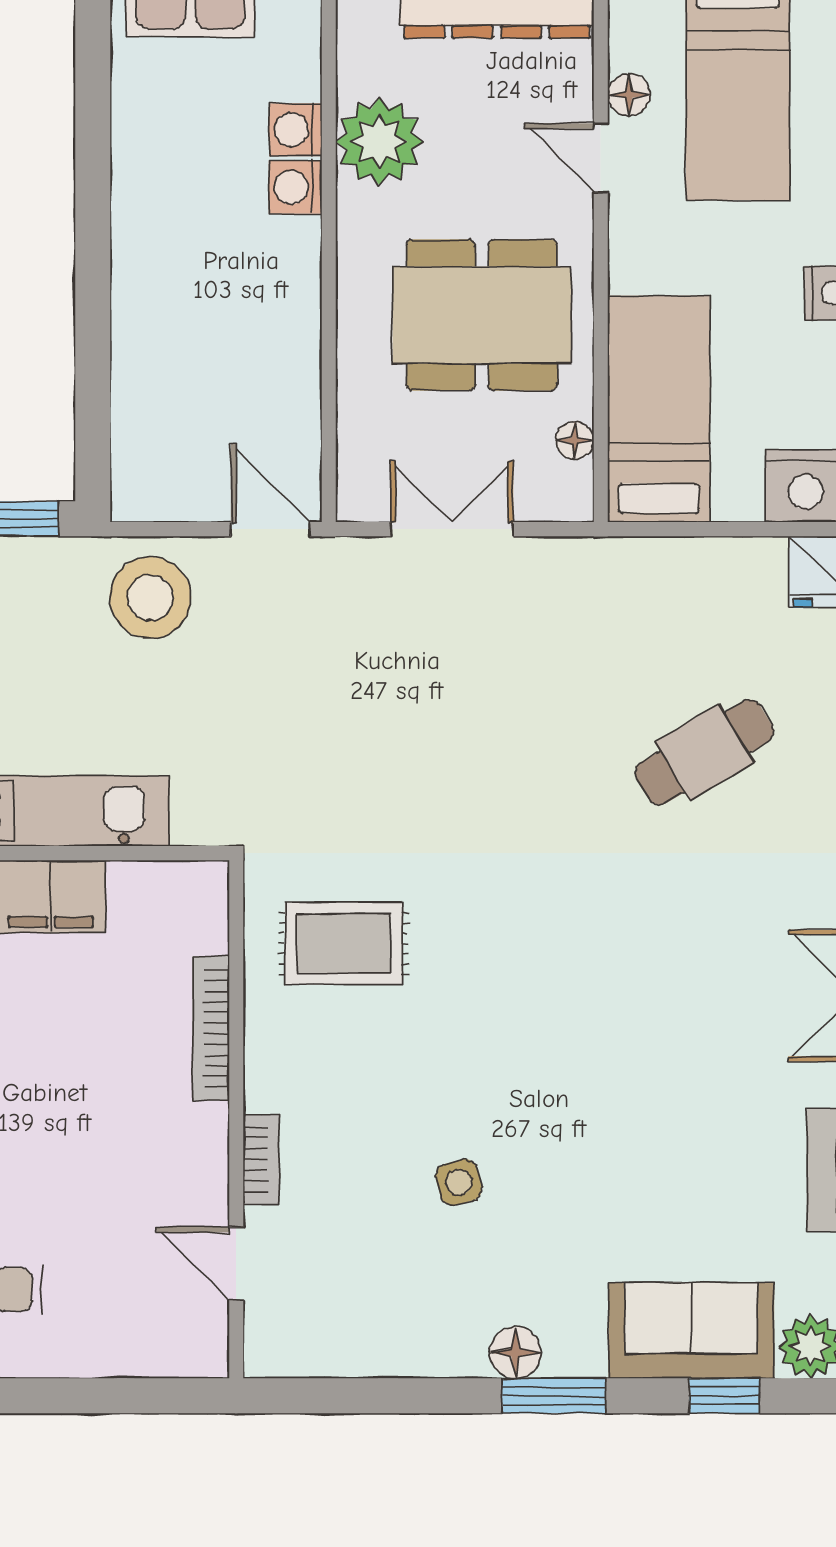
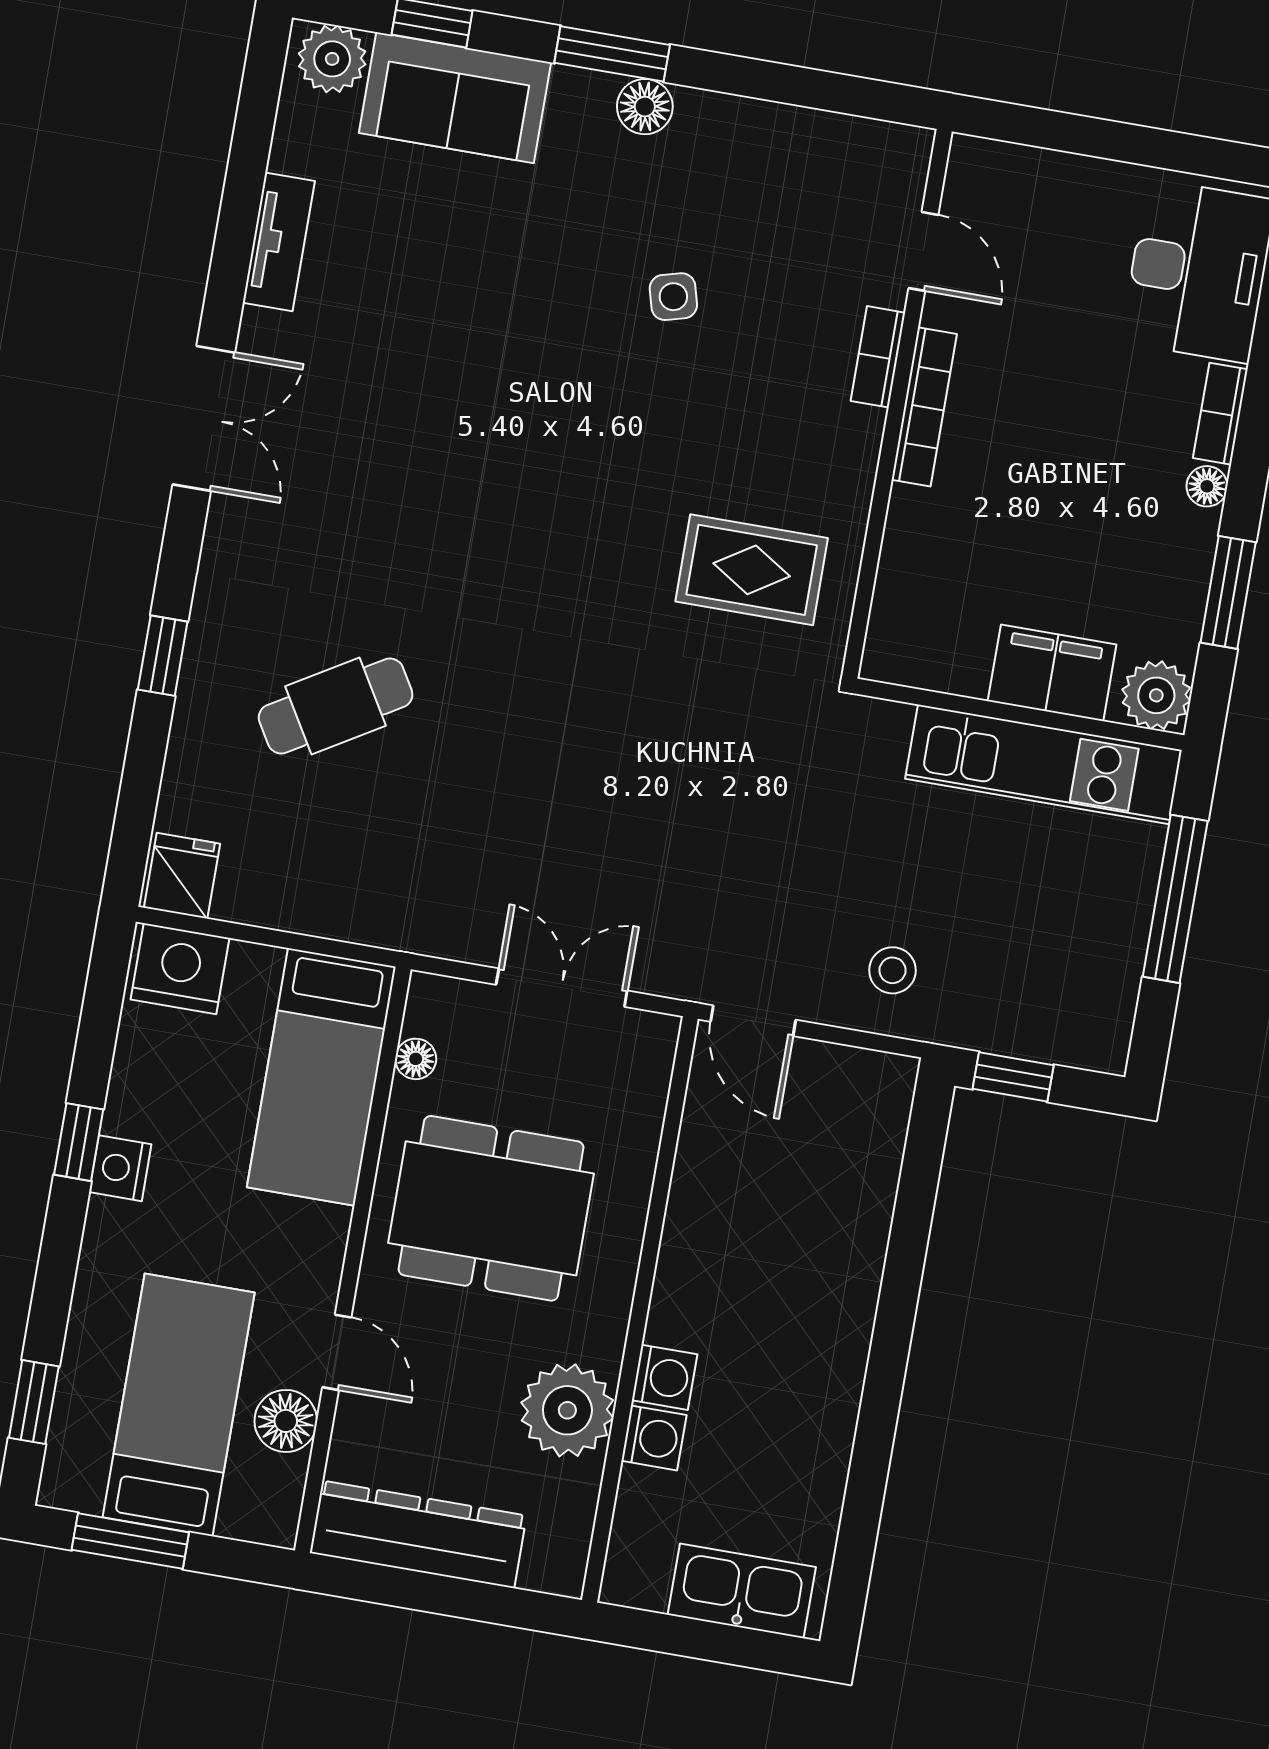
floor lamp: (629, 95) -> (286, 1421), width x1.37, depth x1.37
double door: (452, 529) -> (562, 988), swing flipped
stool: (150, 598) -> (892, 970), width x0.53, depth x0.53
bookcase: (211, 1028) -> (924, 407), moved

